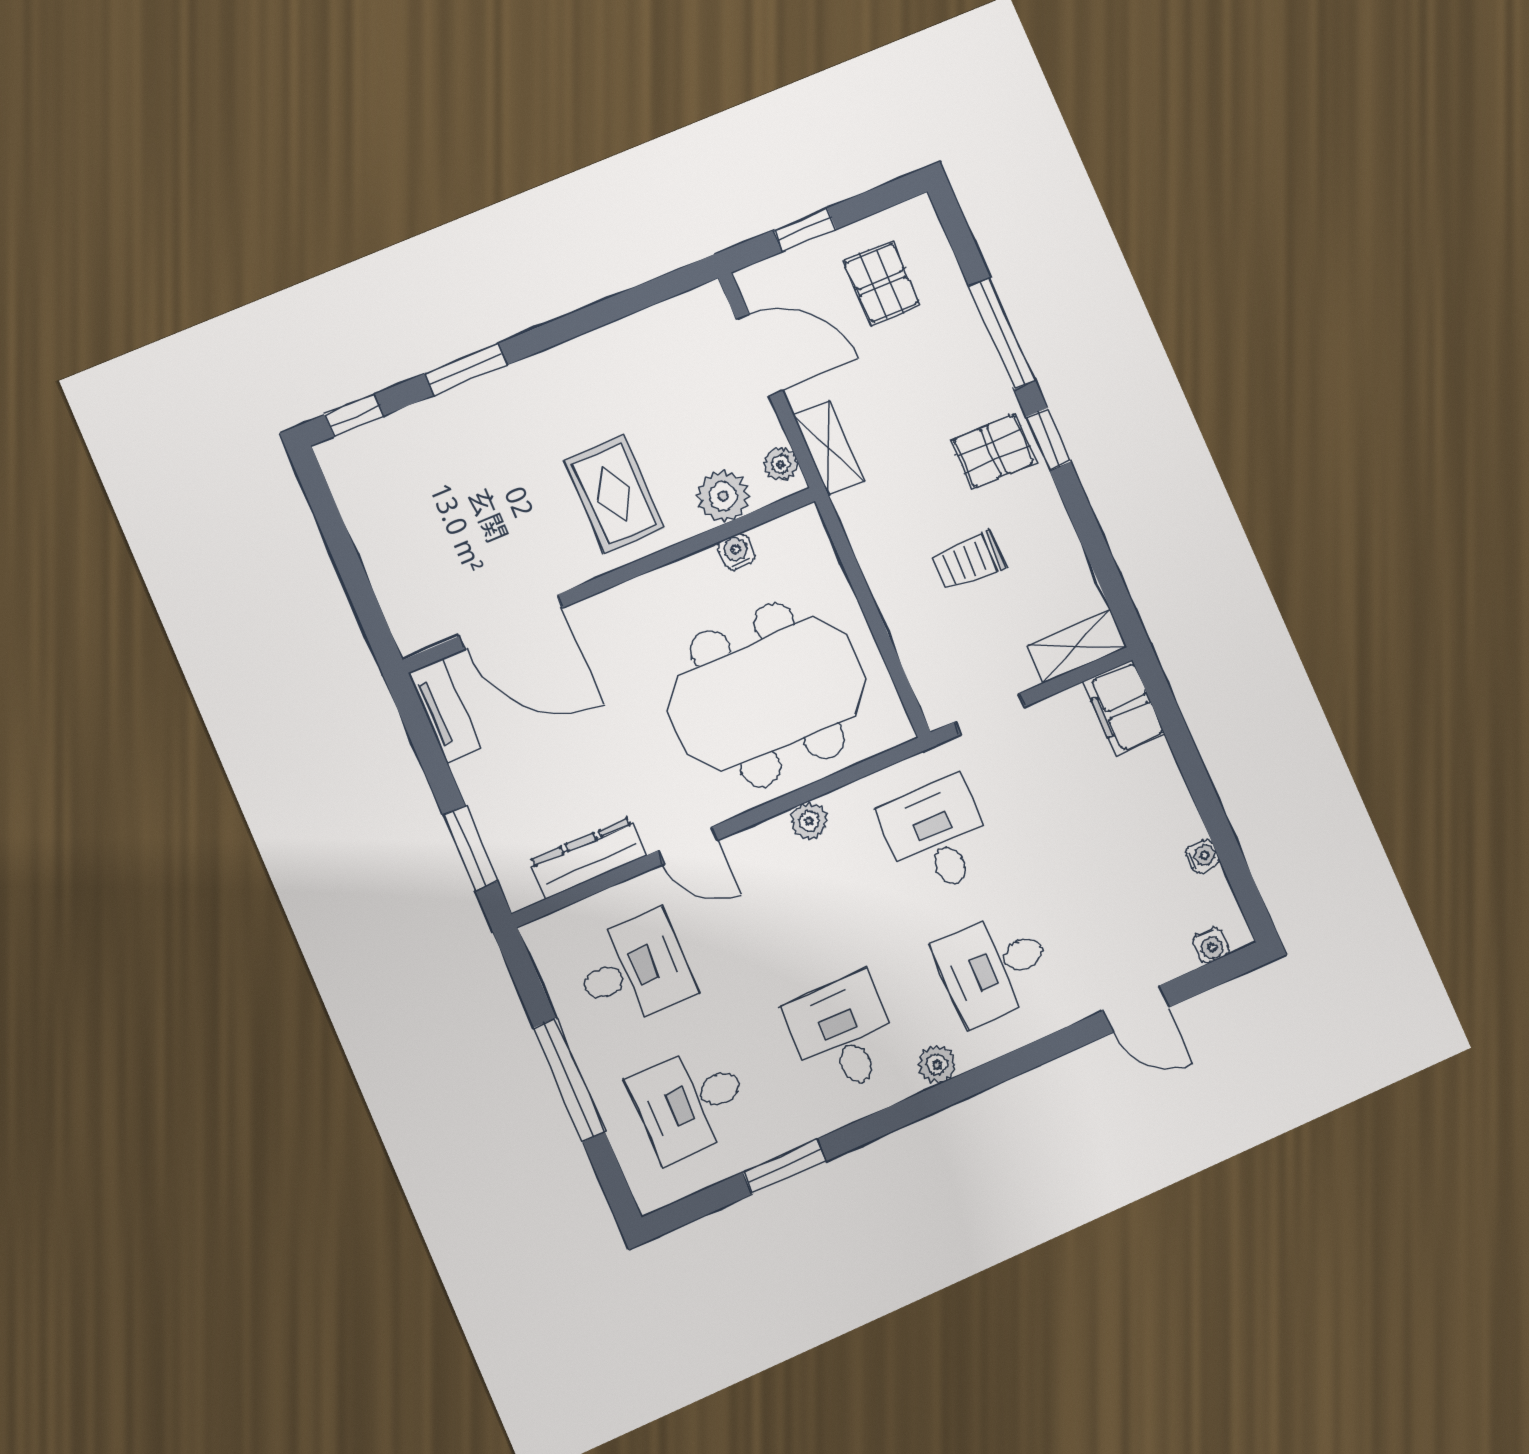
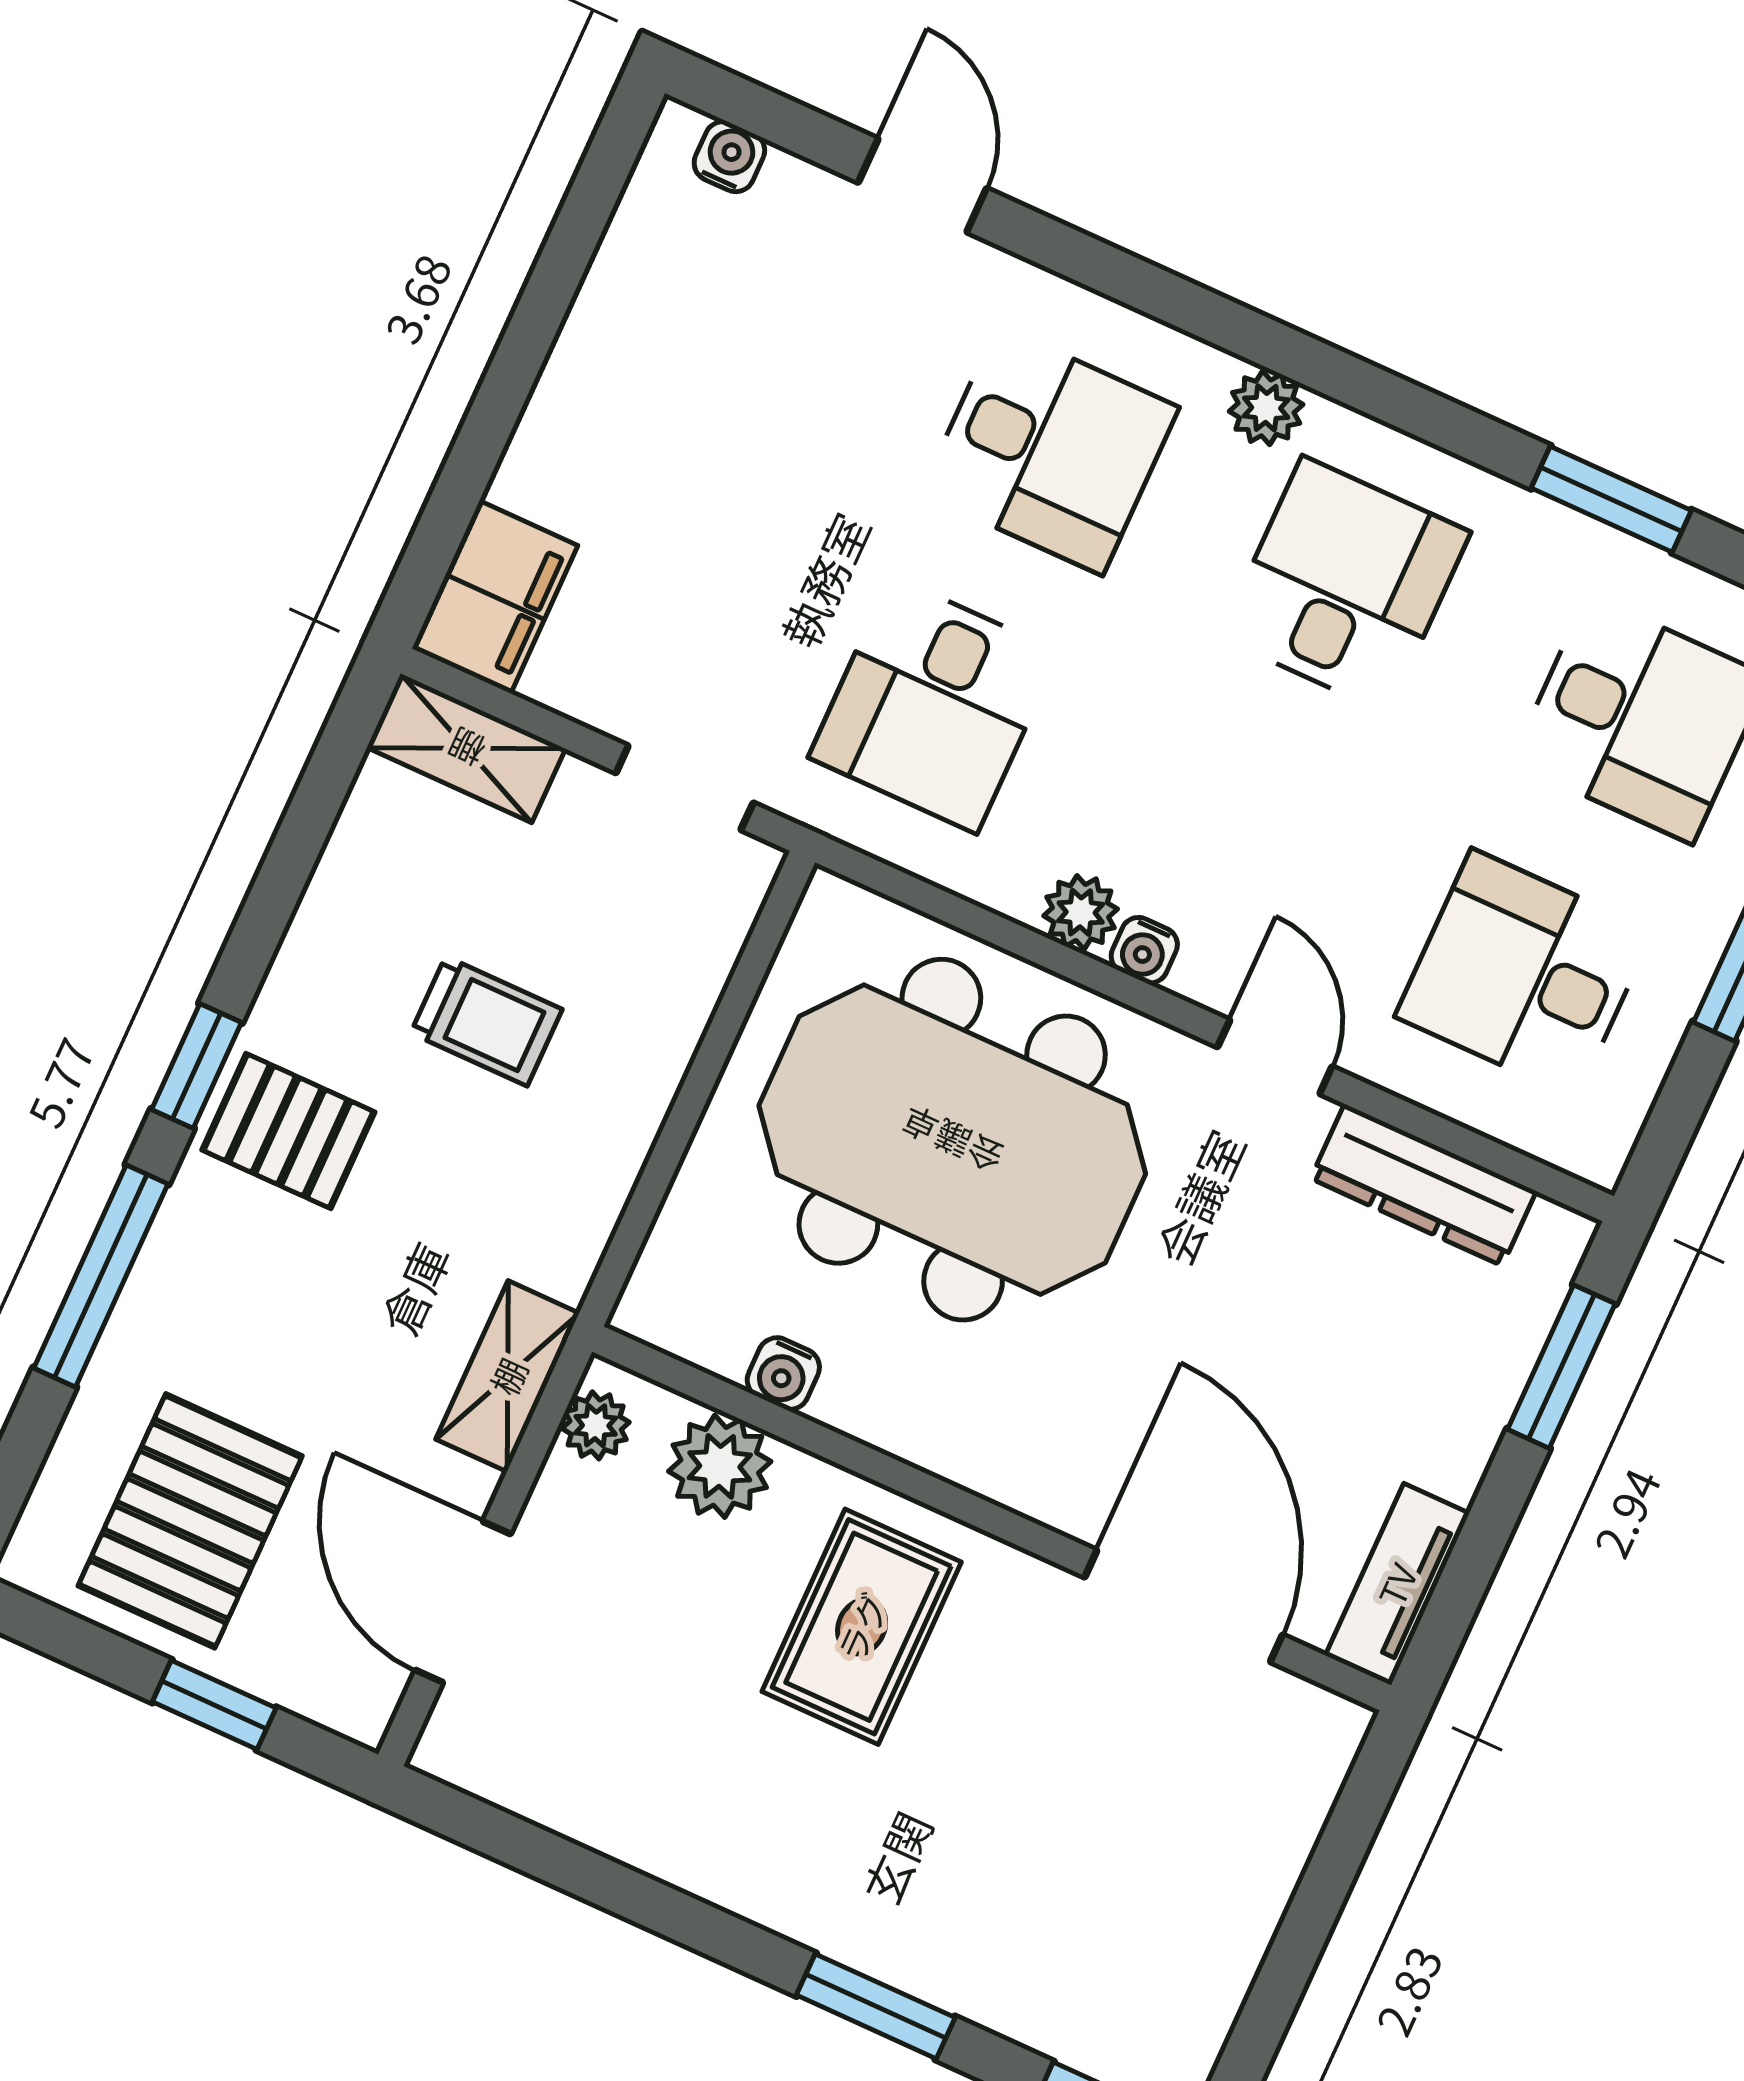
pallet: (881, 283) -> (190, 1521), width x1.50, depth x1.42
water cooler: (1202, 856) -> (1144, 950), moved, turned -90
desk: (843, 1034) -> (1345, 585), turned 180

